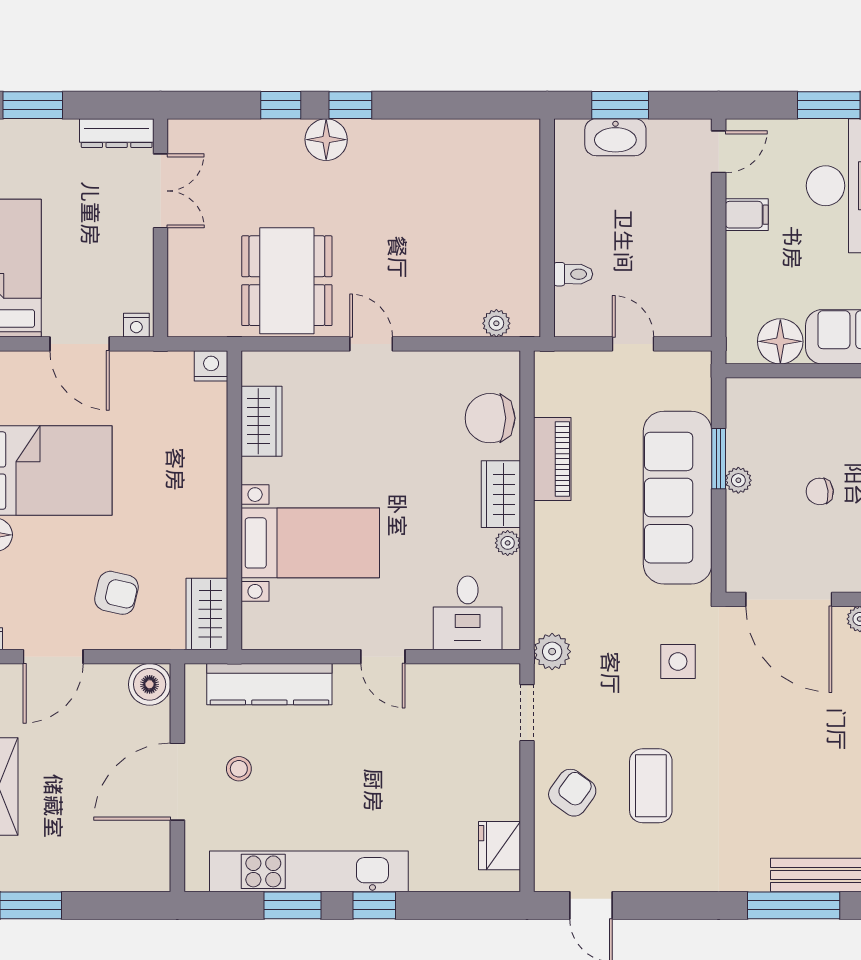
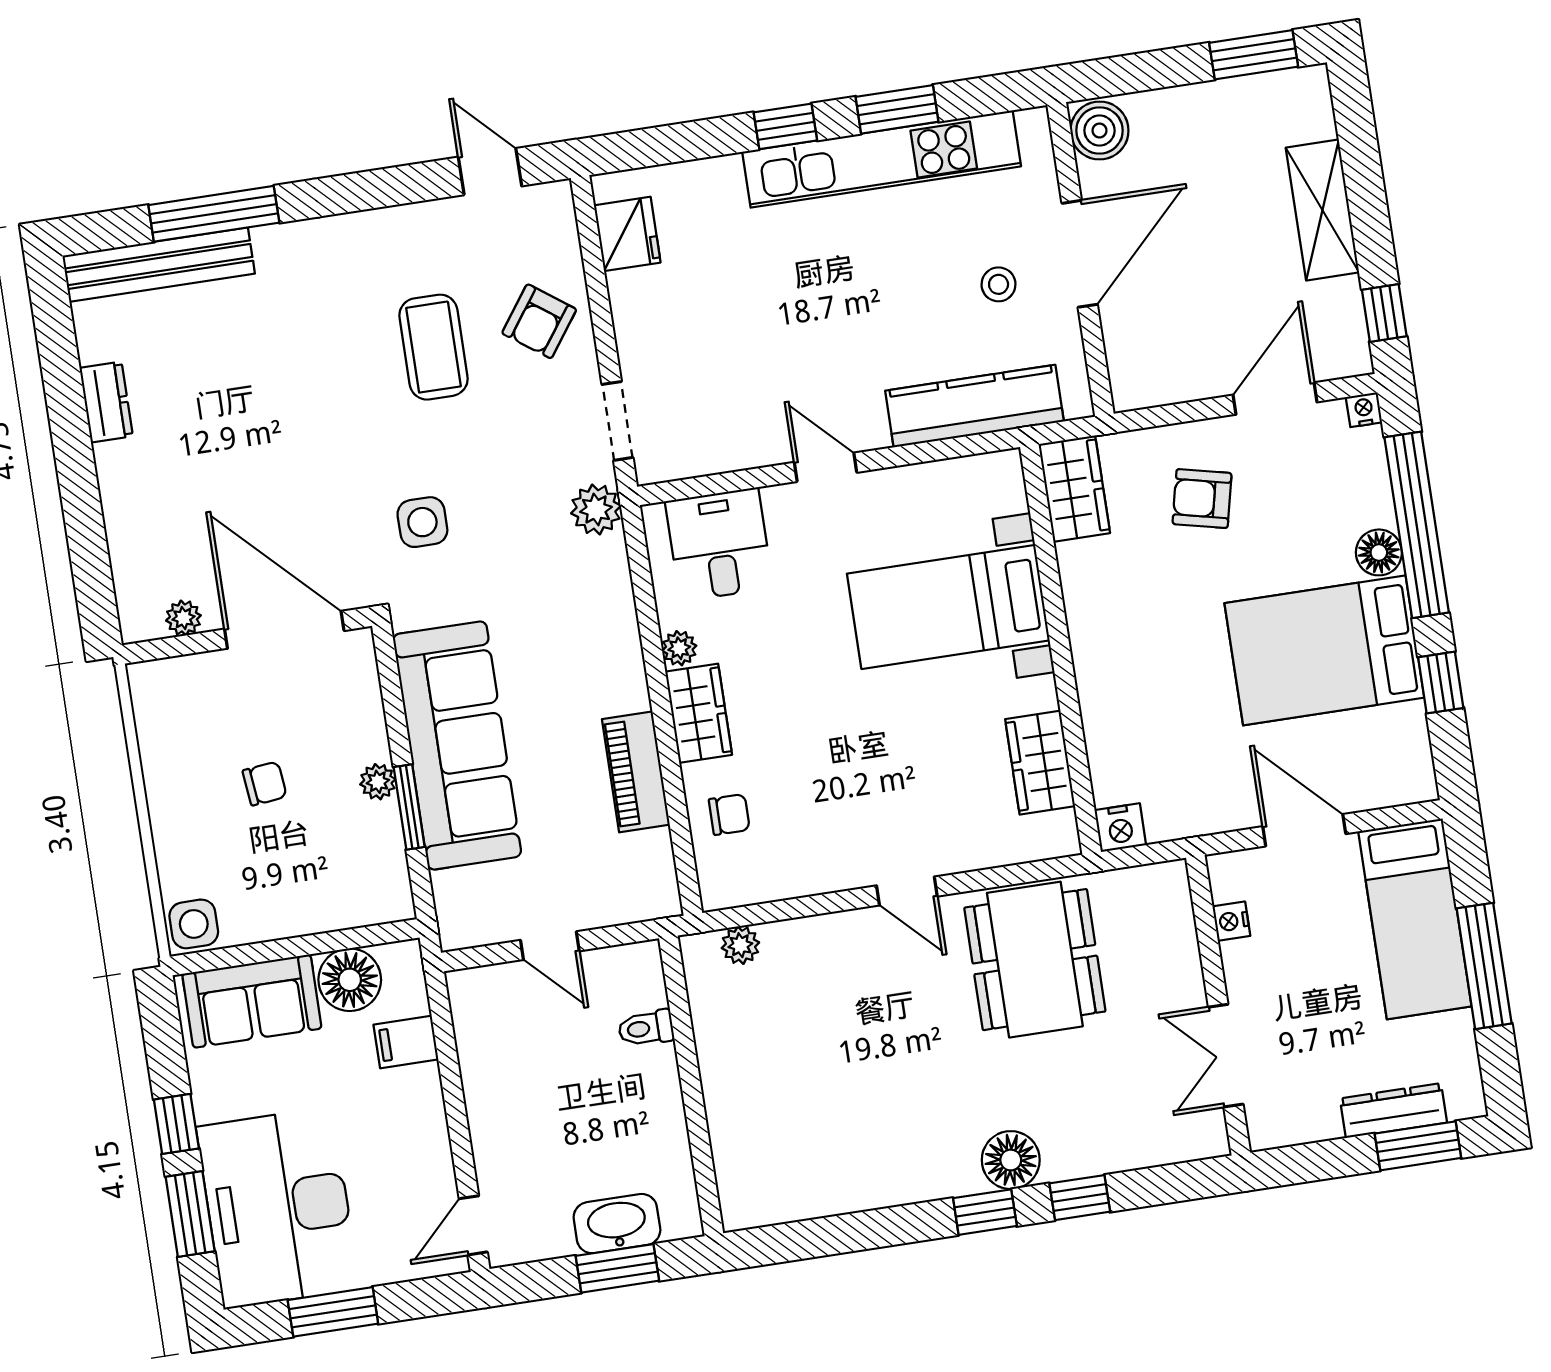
dresser: (117, 133) -> (1393, 1111), moved
filing cabinet: (747, 215) -> (406, 1042), moved
nightstand: (136, 325) -> (1231, 921), moved, turned -90
chair: (490, 418) -> (729, 814), width x0.54, depth x0.54
boiler: (150, 684) -> (1100, 130), moved

